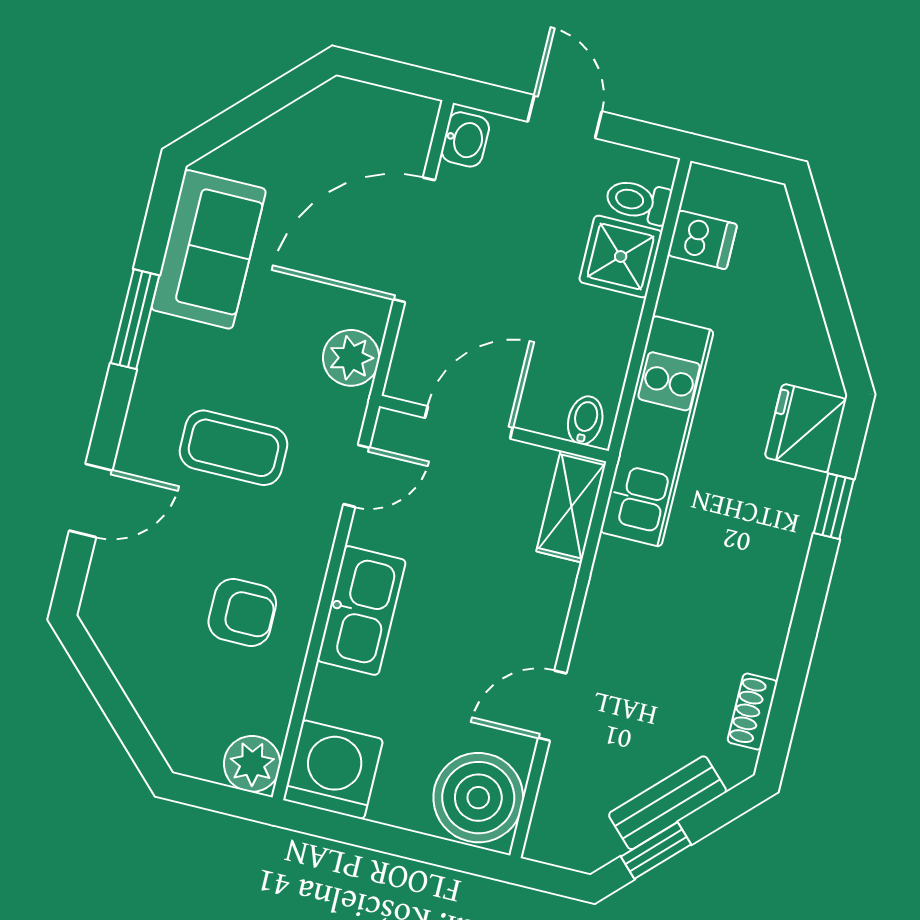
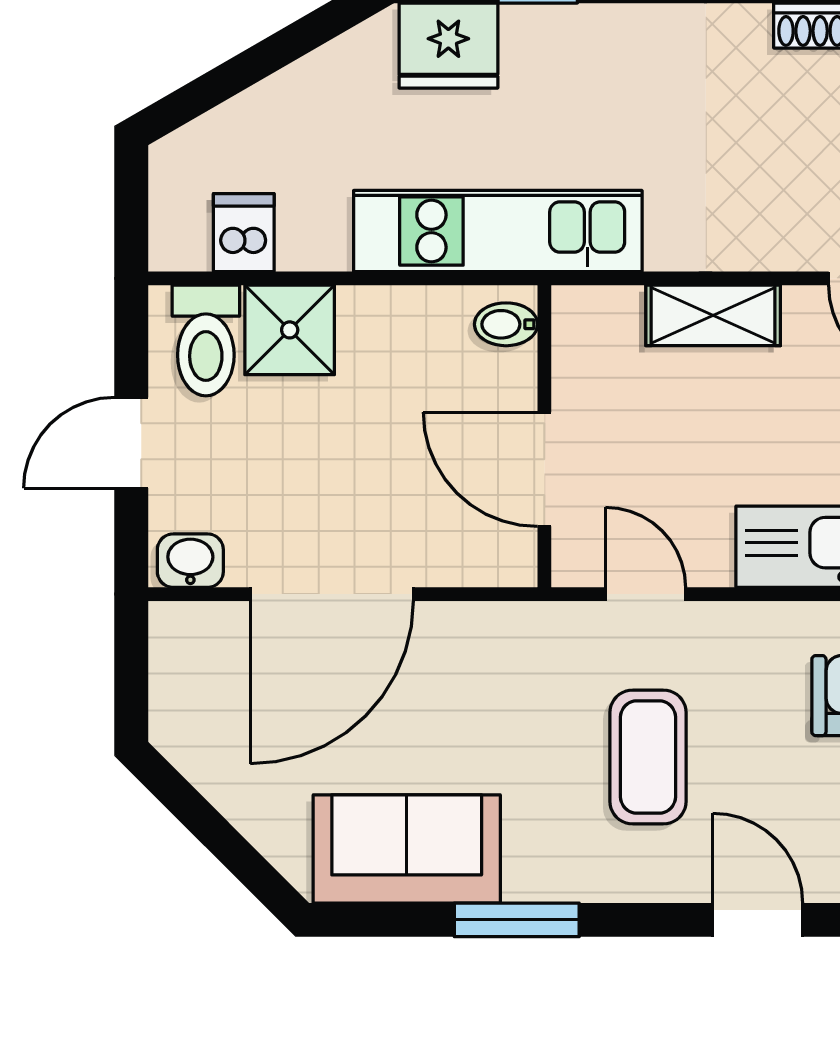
toilet: (638, 201) -> (206, 341), width x1.37, depth x1.39
door: (414, 240) -> (332, 594), hinge flipped
plant: (351, 358) -> (499, 637), removed
shelving: (571, 506) -> (713, 315), moved

